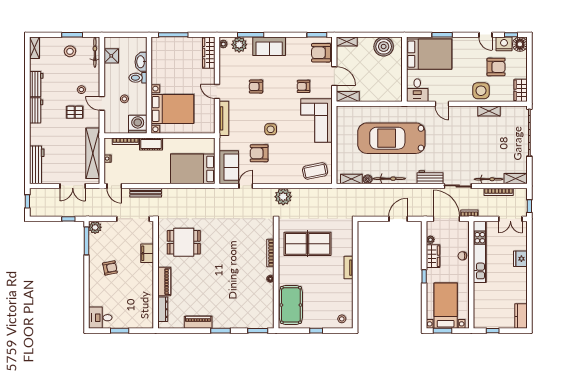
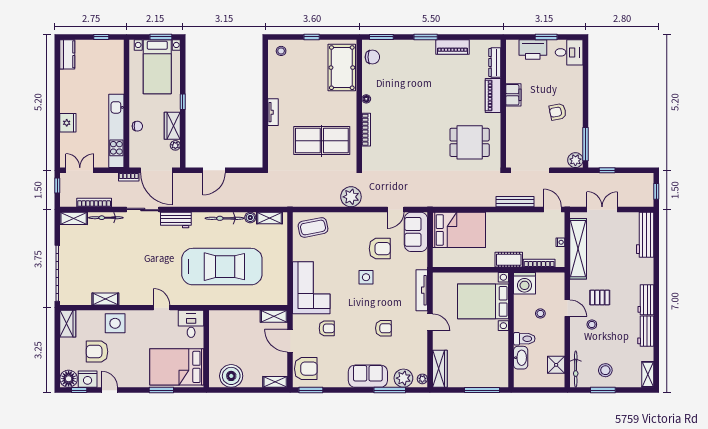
filing cabinet: (147, 253) -> (513, 95), moved
chair: (265, 314) -> (372, 57), added
printer: (131, 320) -> (533, 49), added

